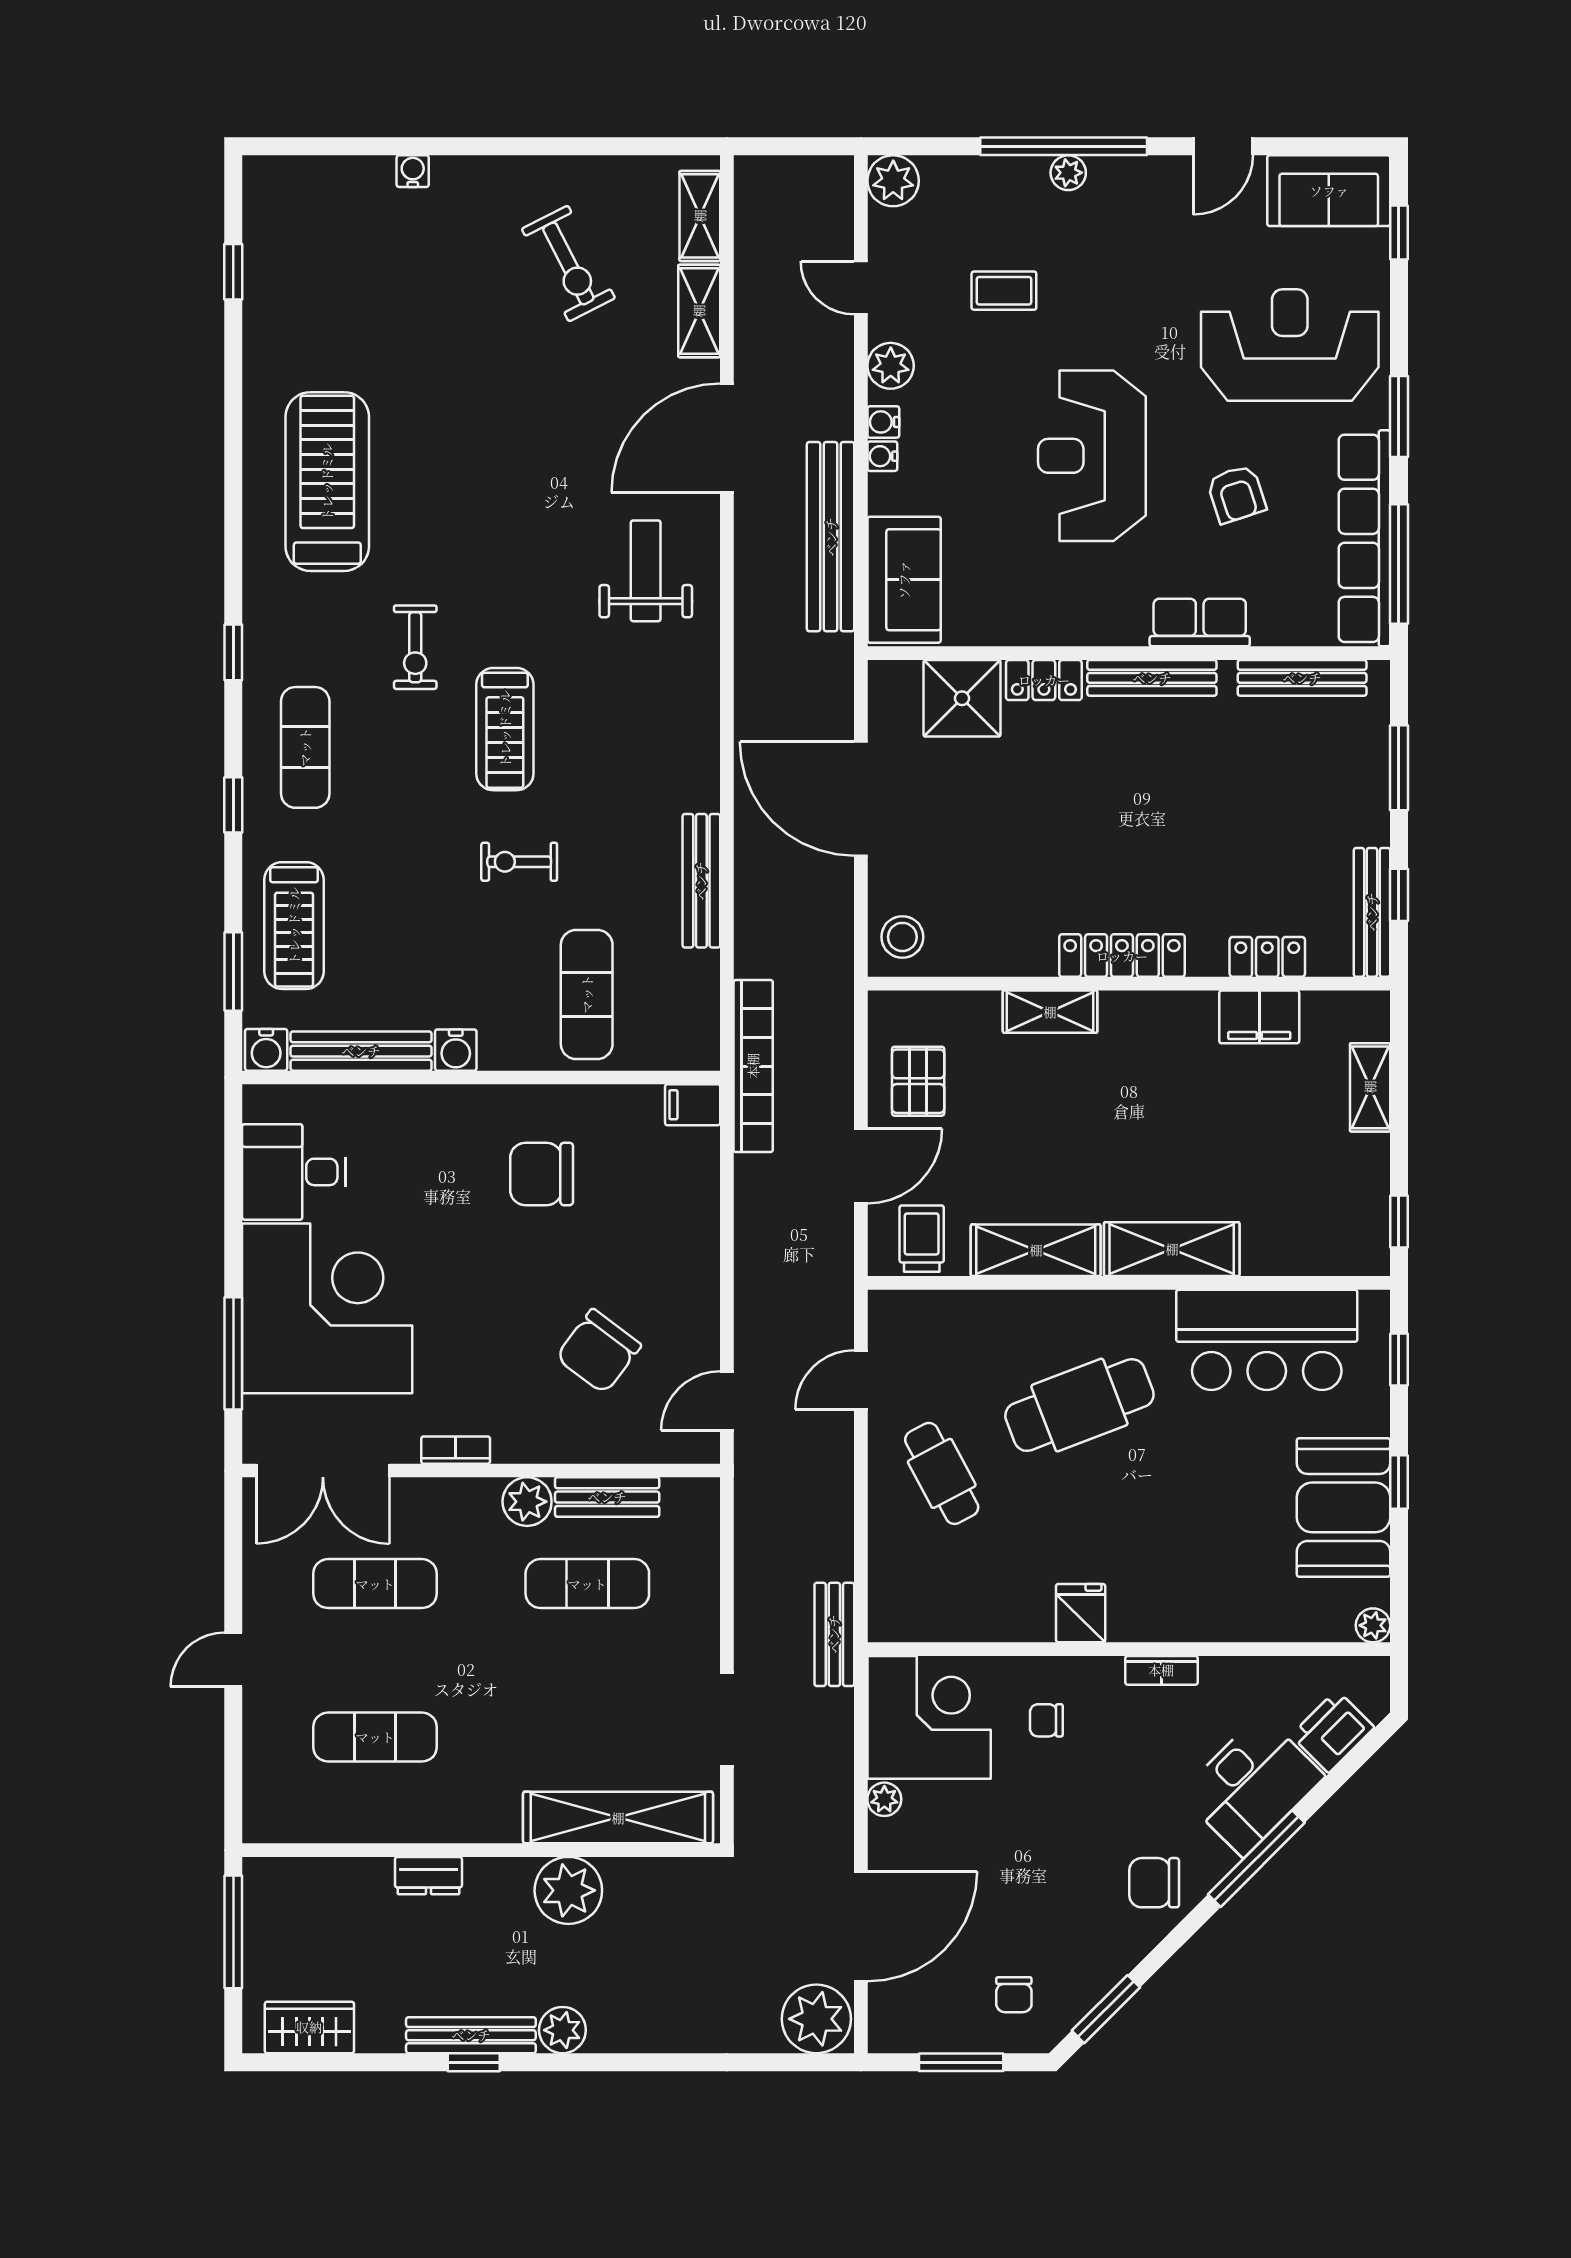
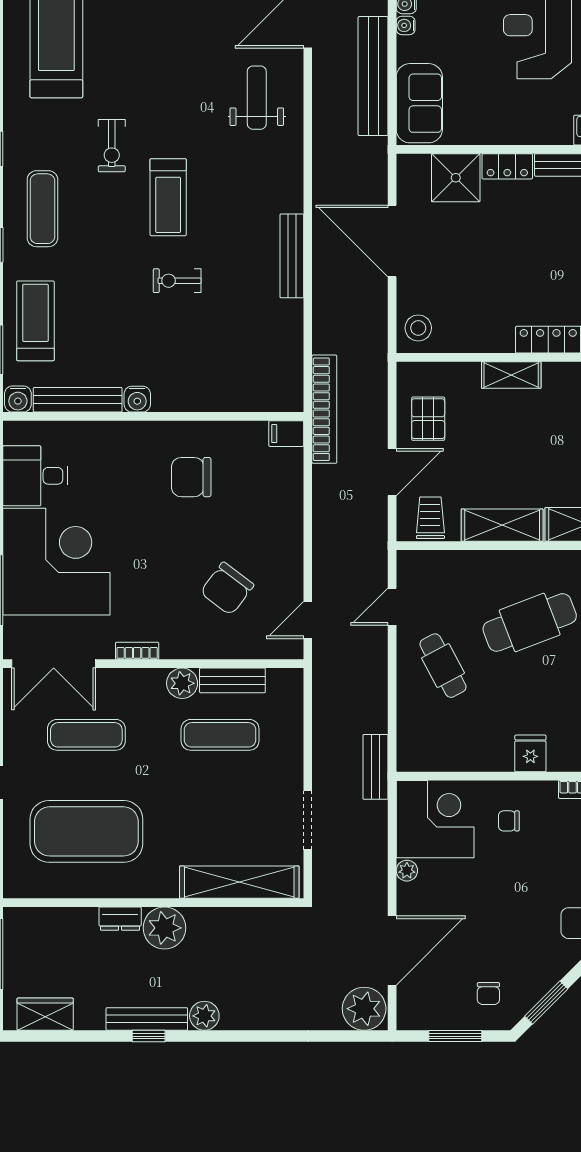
bench: (701, 881) -> (292, 256), moved
treadmill: (294, 926) -> (35, 321), turned 180
exercise mat: (587, 994) -> (220, 364), removed
exercise mat: (375, 1737) -> (86, 831), width x2.00, depth x1.45
plant: (568, 1890) -> (164, 928), moved

